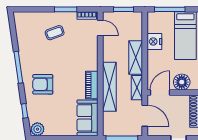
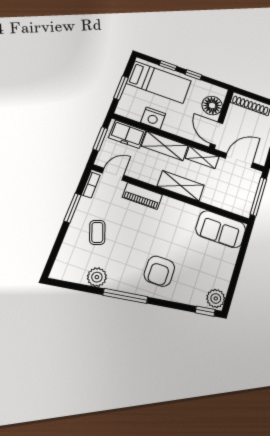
window: (170, 9) -> (121, 88), width x0.69
freezer: (134, 27) -> (127, 134), added
plant: (24, 44) -> (97, 277), added
piano: (92, 85) -> (142, 196), moved
shelving: (109, 87) -> (181, 186), width x0.68
window: (25, 111) -> (205, 311), moved

